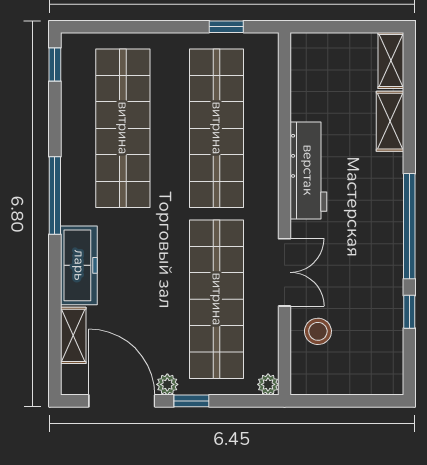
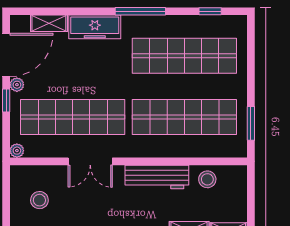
window: (226, 27) -> (251, 123), width x1.50
window: (55, 64) -> (210, 11), moved
stool: (312, 93) -> (207, 179), added
stool: (318, 331) -> (39, 200), moved

